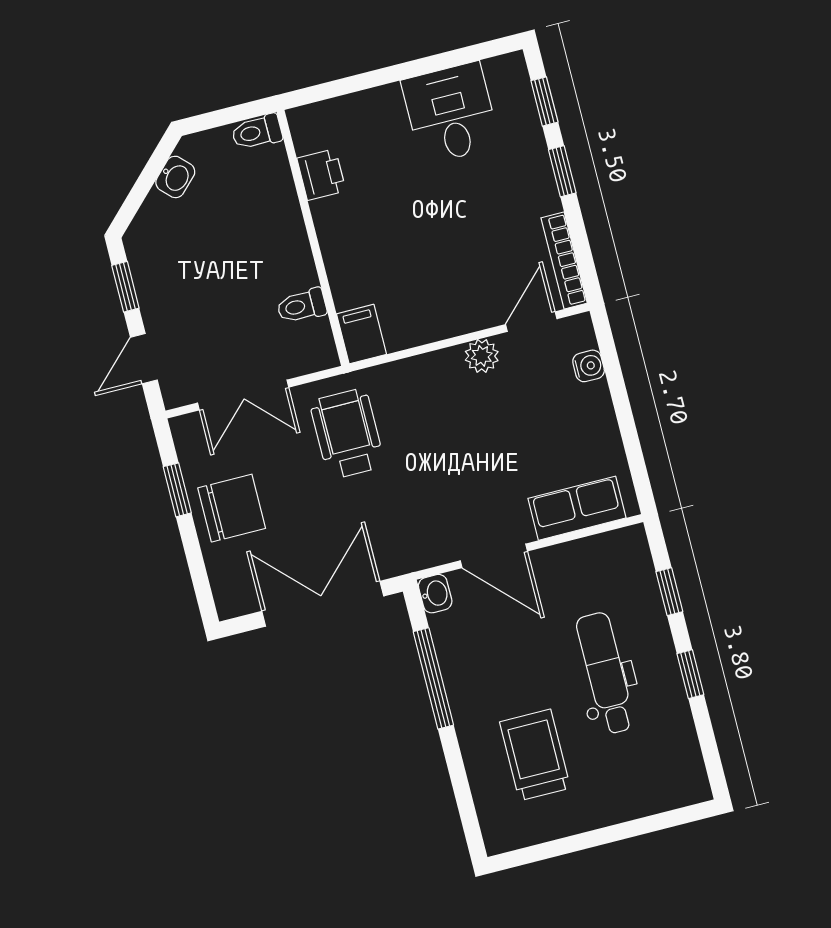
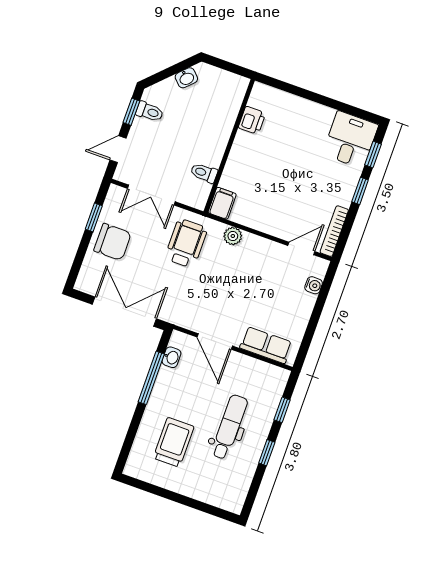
desk: (451, 113) -> (350, 140), moved
toilet: (257, 132) -> (150, 112), moved, turned 180
plant: (482, 356) -> (233, 236), moved
washbasin: (435, 594) -> (171, 357), moved

